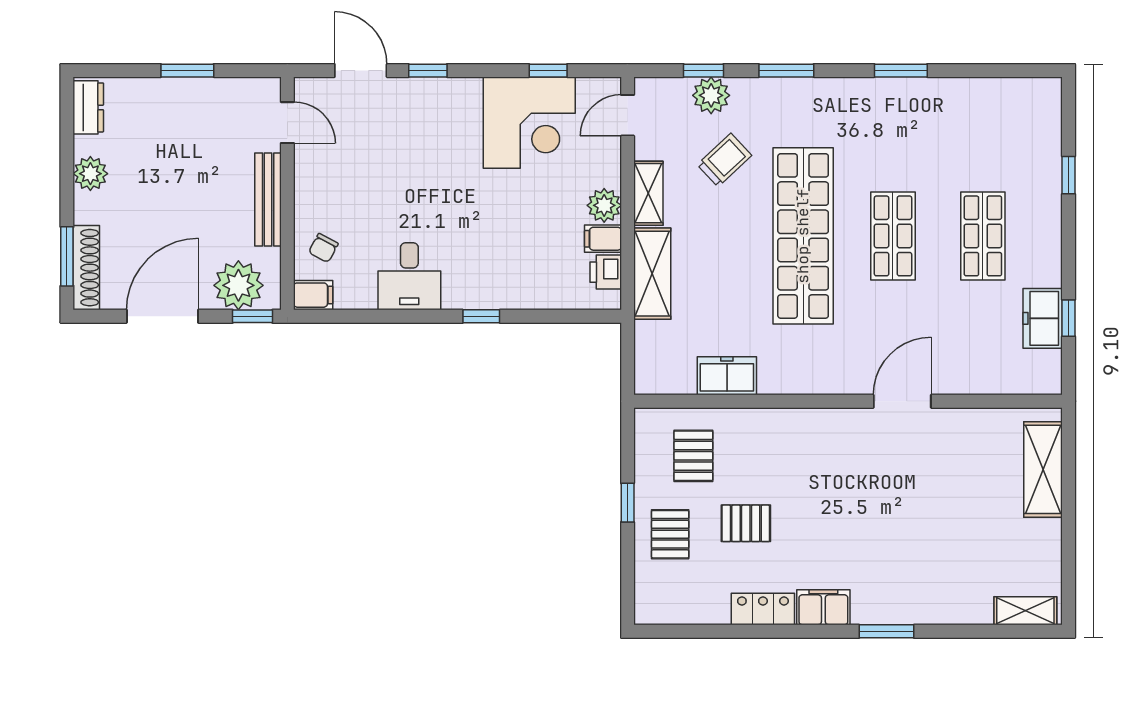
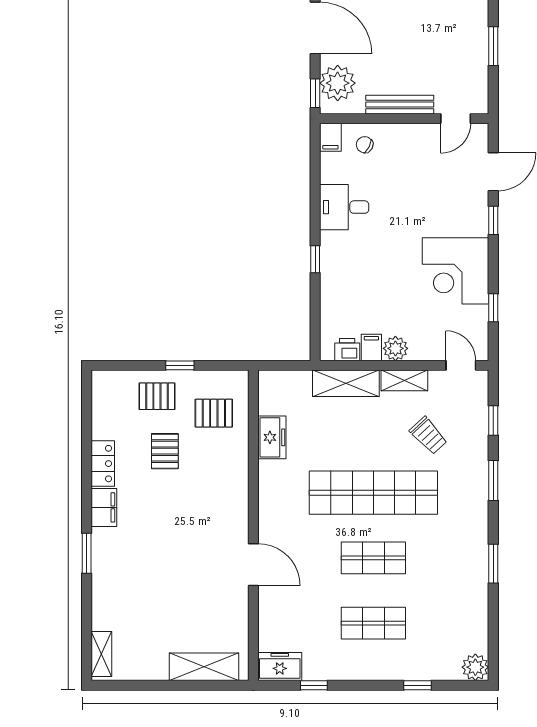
plant: (711, 95) -> (475, 667), moved
corner desk: (529, 123) -> (456, 271), moved
freezer: (1043, 318) -> (280, 667), moved

